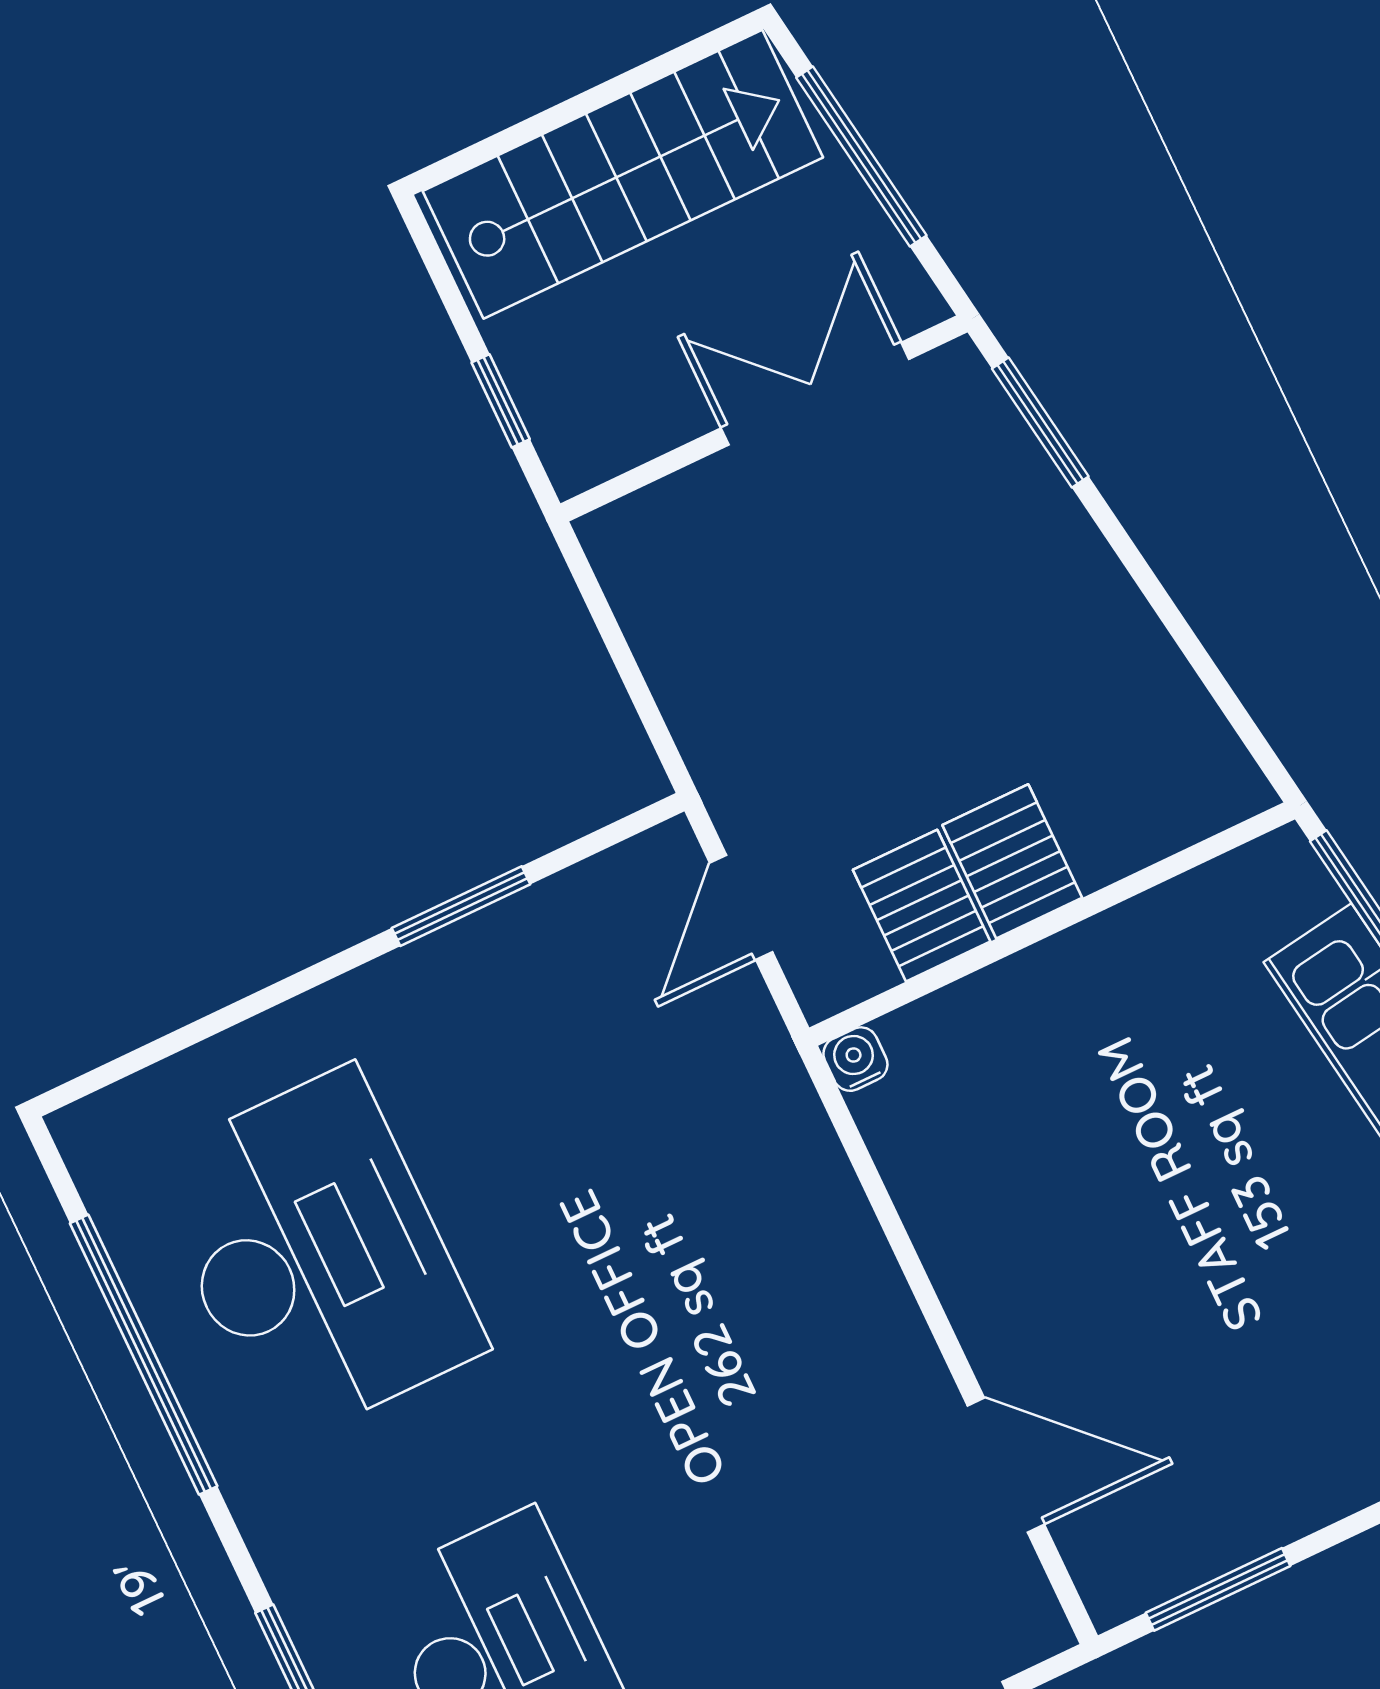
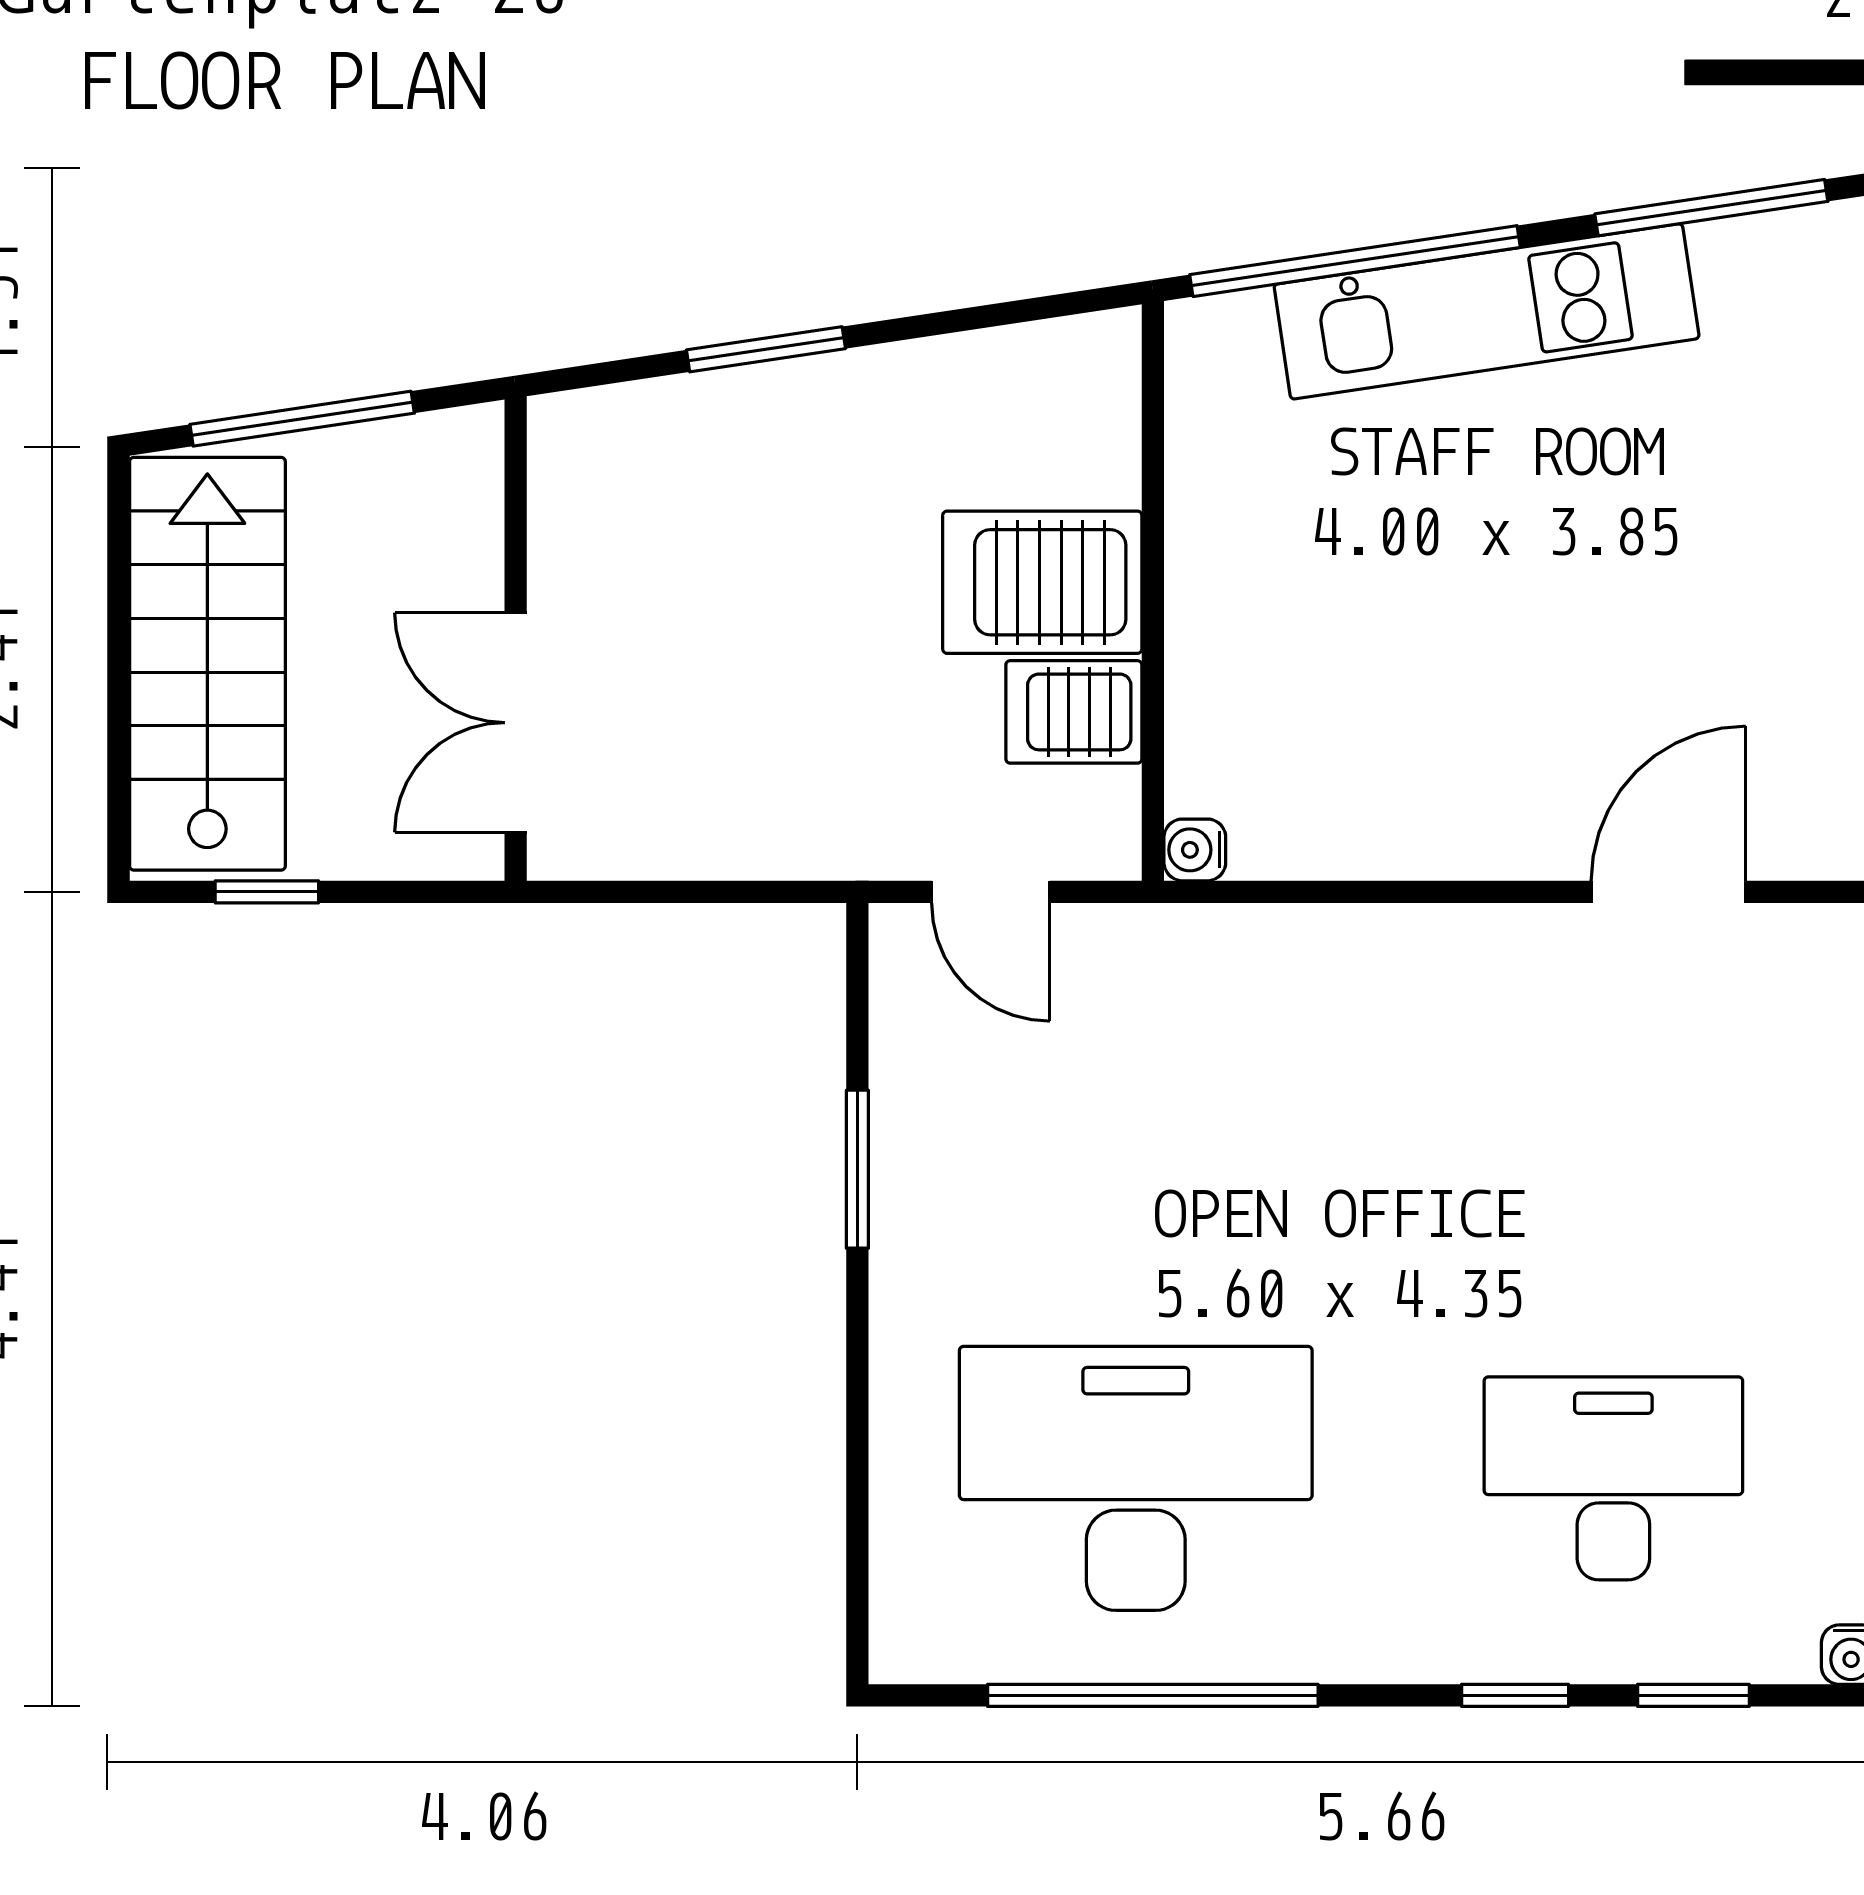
double door: (815, 394) -> (516, 723), moved
window: (501, 401) -> (267, 892), moved
window: (1040, 423) -> (766, 349), moved
server rack: (1012, 861) -> (1042, 582), width x1.36, depth x1.44

